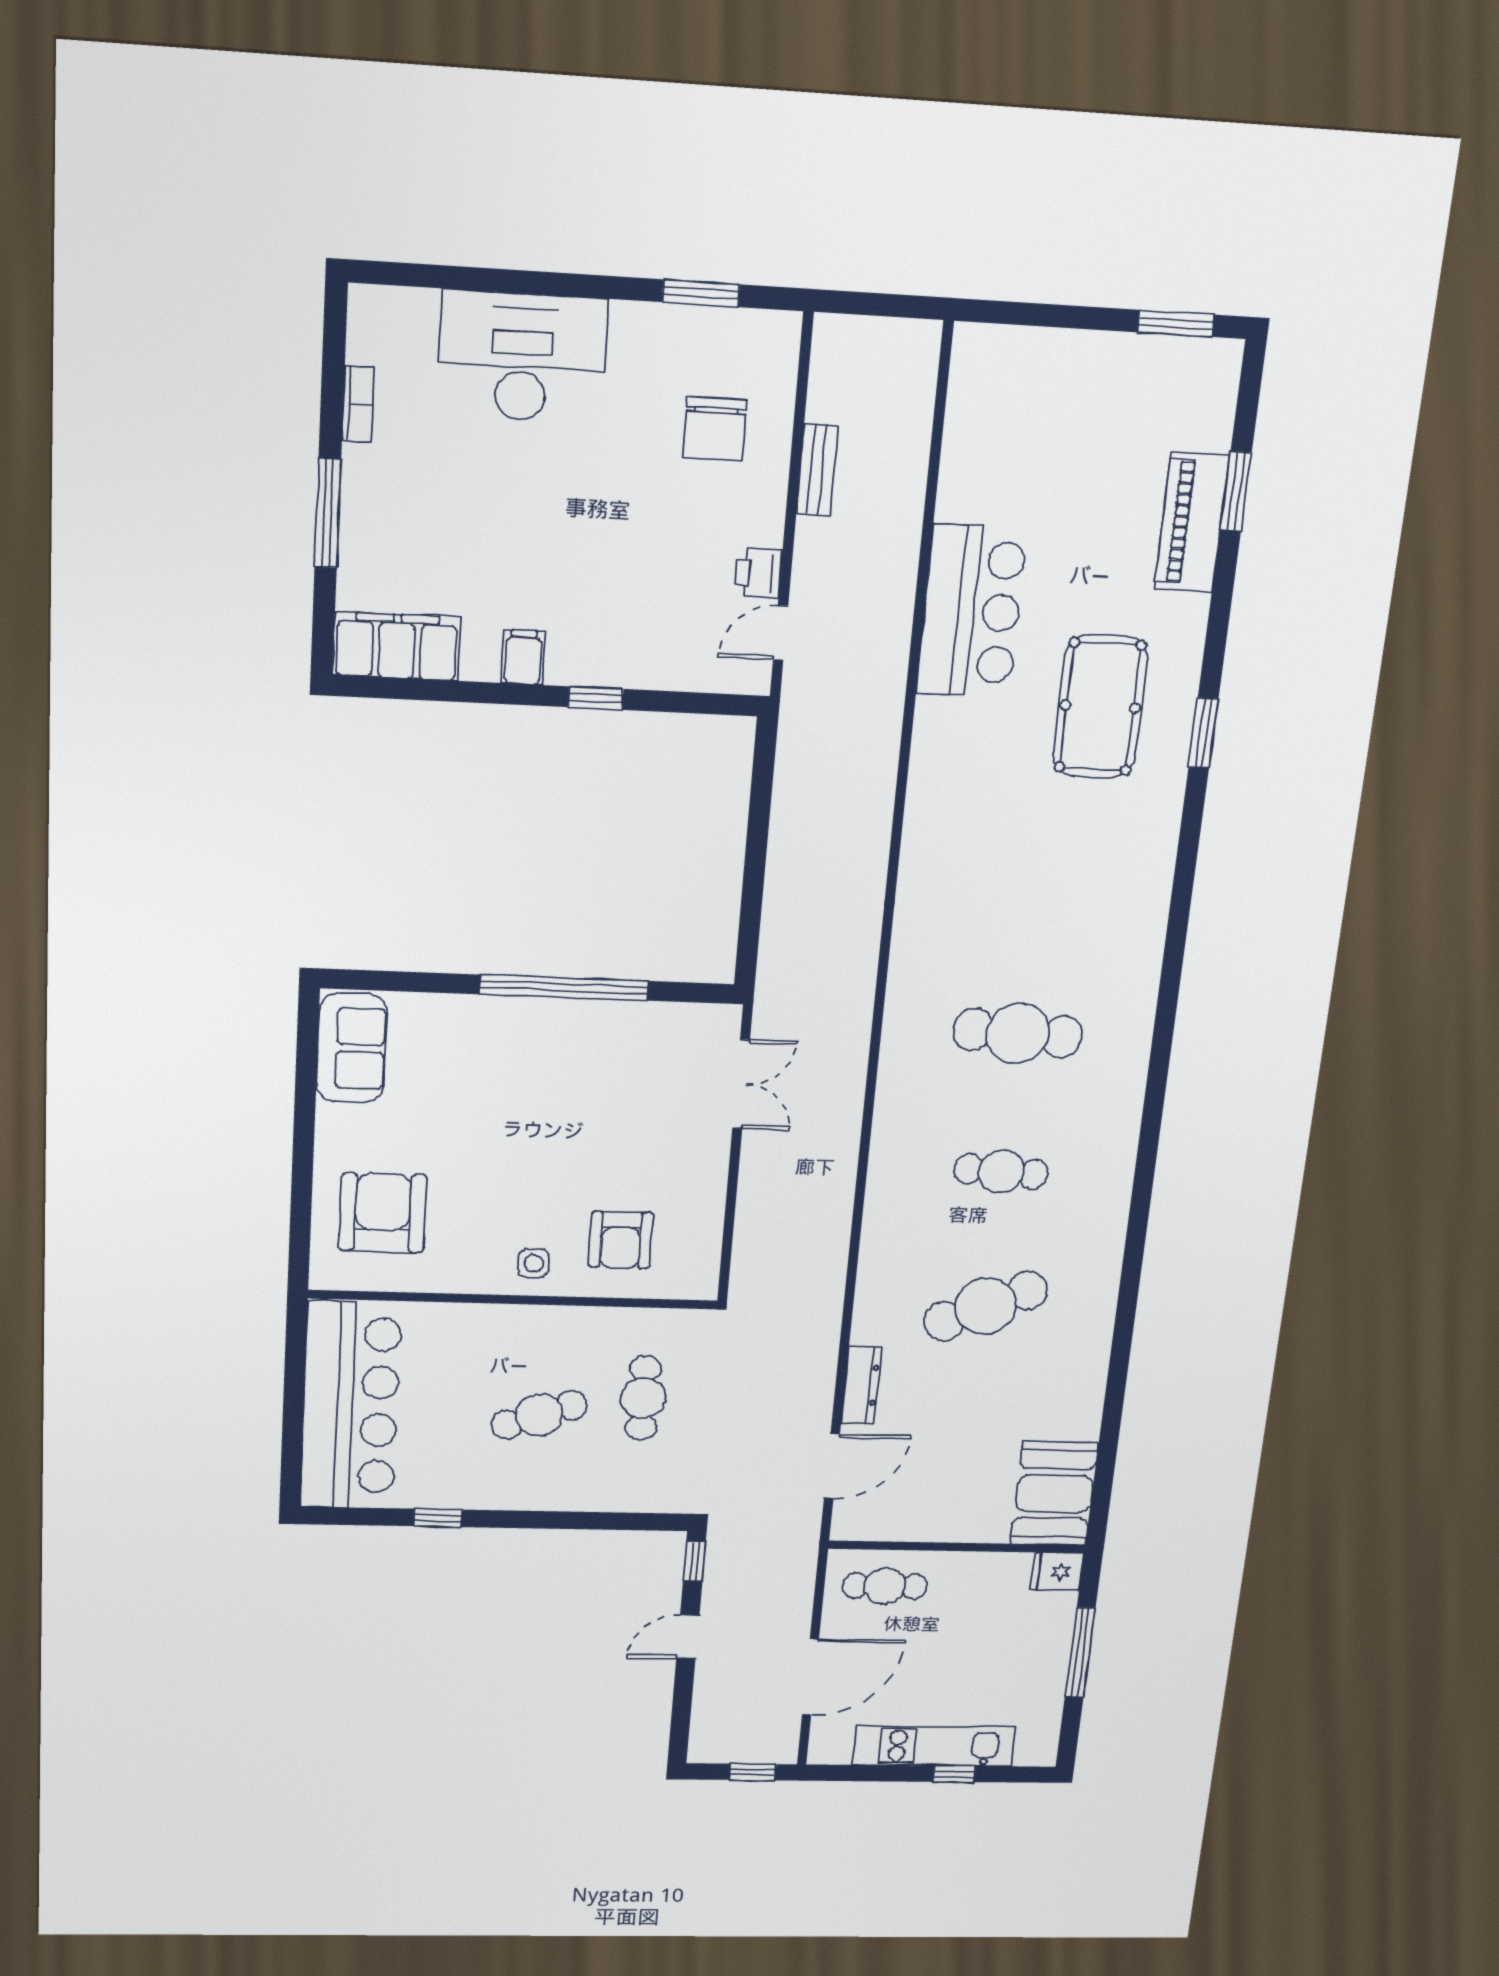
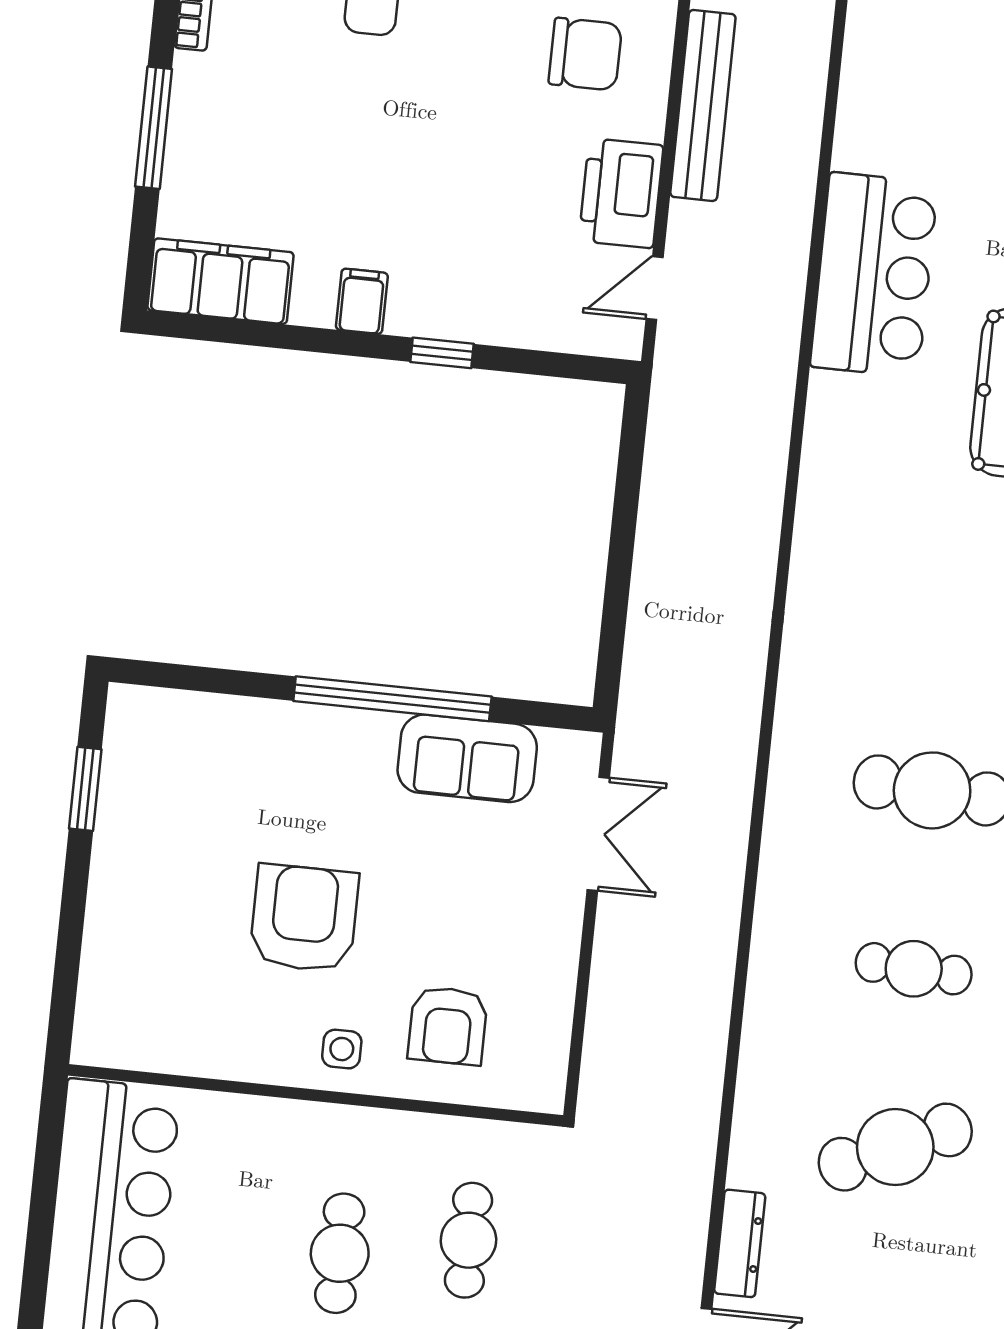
chair: (715, 429) -> (585, 54), turned -90
bench: (817, 470) -> (703, 105), width x1.86, depth x1.21
printer: (758, 573) -> (621, 193), width x1.87, depth x1.48
sofa: (351, 1048) -> (467, 758), moved, turned 90
window: (306, 1076) -> (85, 789), added
armchair: (383, 1213) -> (304, 918), moved
cafe table: (539, 1415) -> (340, 1253), turned -70

